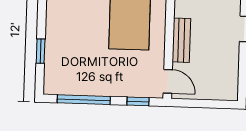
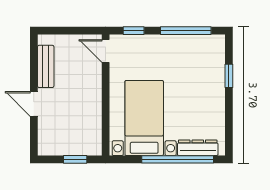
bench: (181, 40) -> (46, 66), moved

